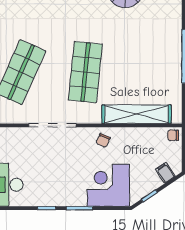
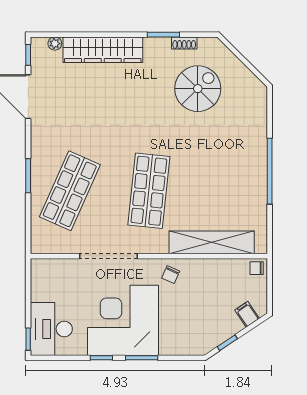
corner desk: (108, 185) -> (123, 320), moved, width x1.36, depth x1.36

